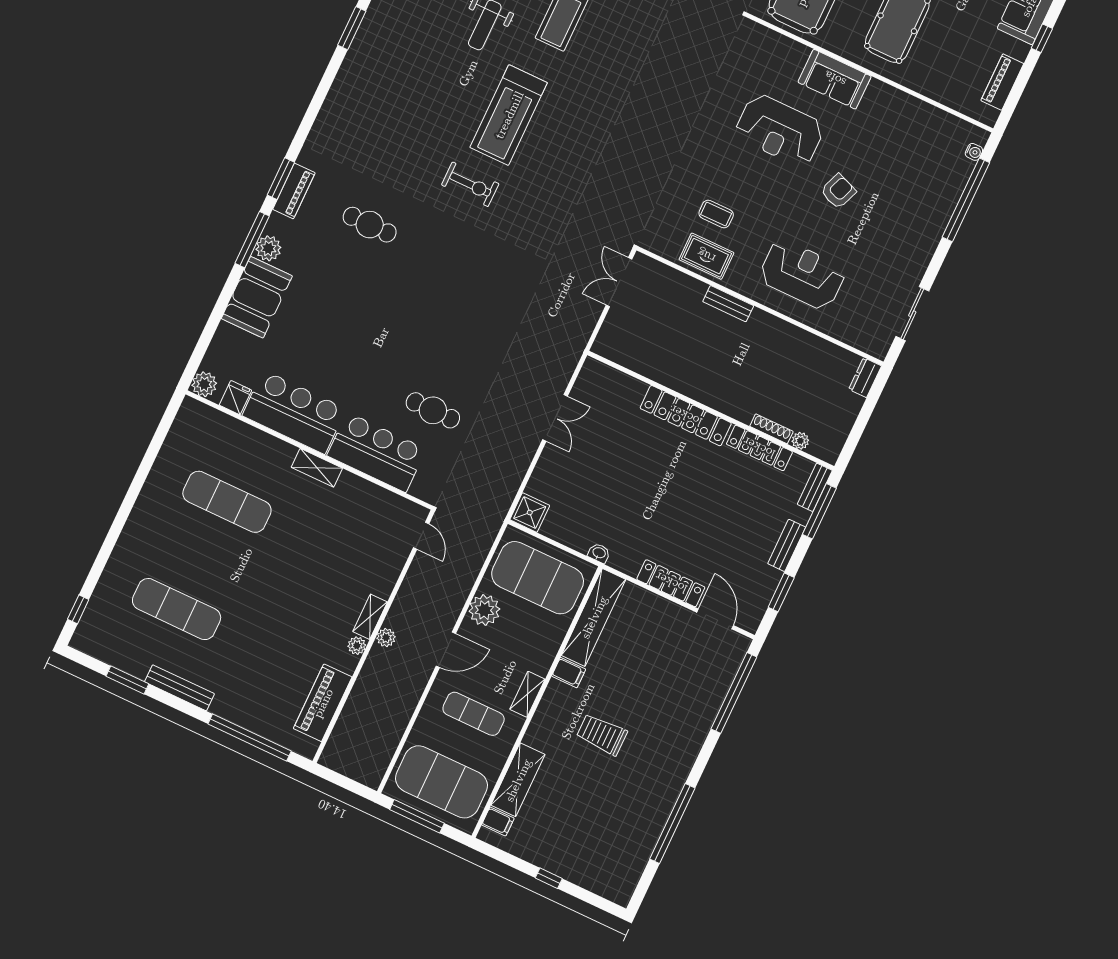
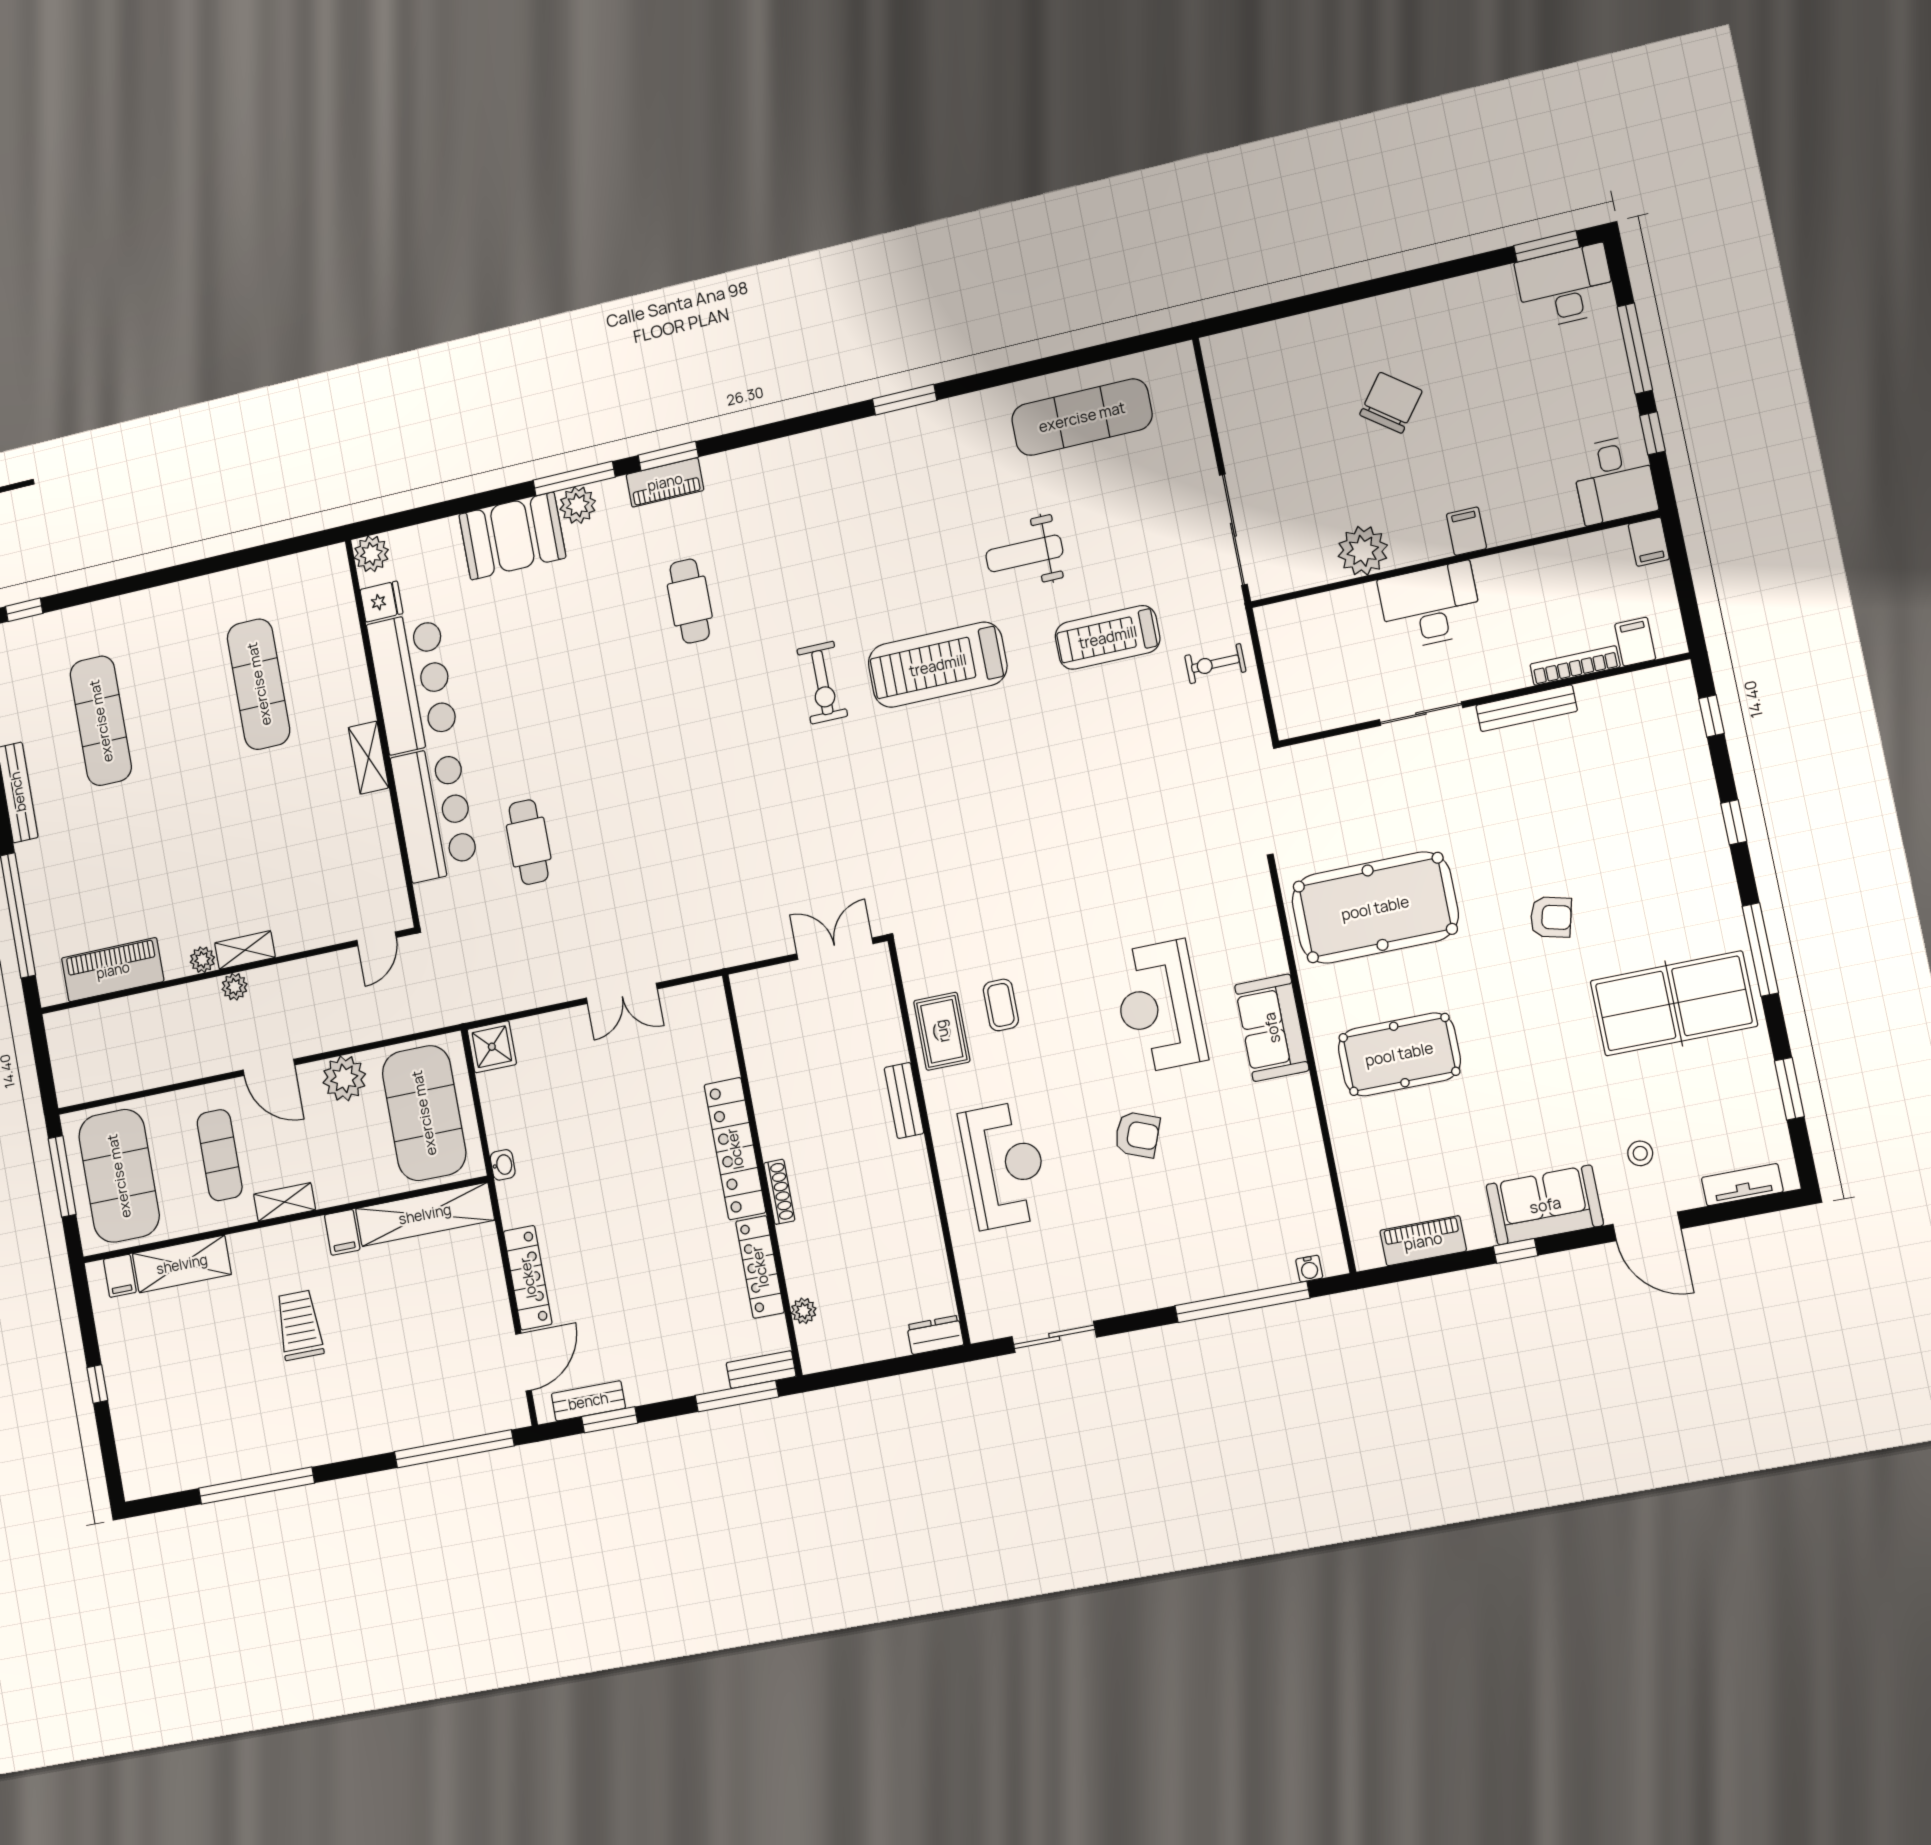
shoe rack: (771, 429) -> (779, 1192), moved
bench: (787, 545) -> (588, 1401), moved

